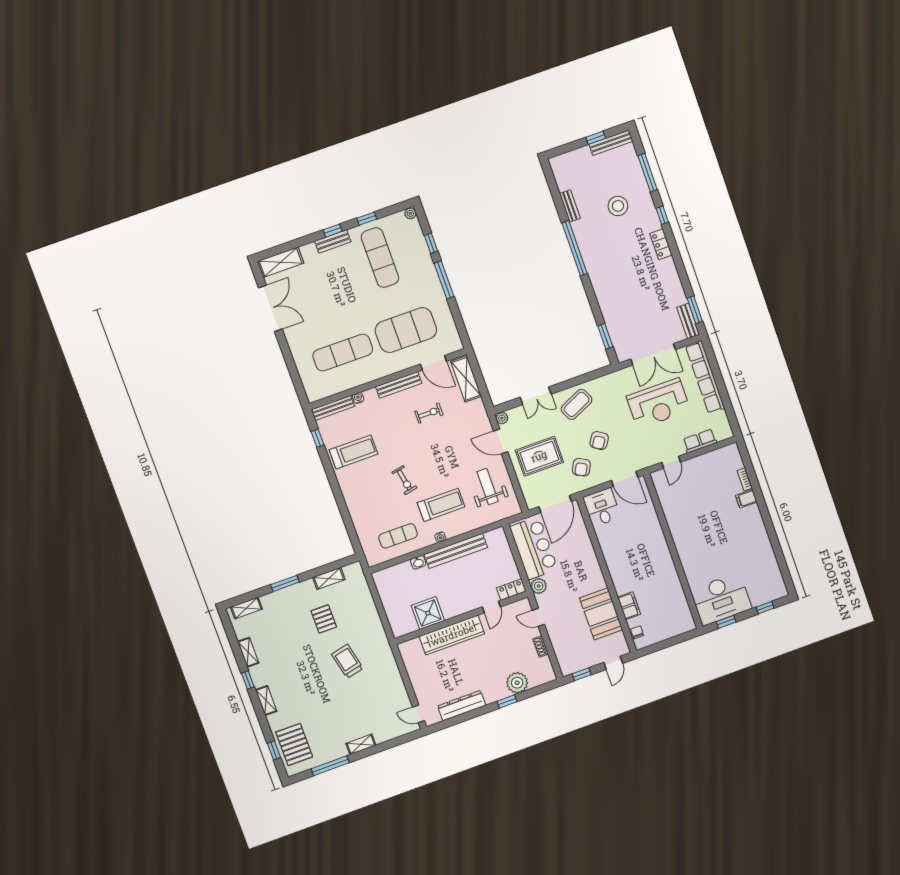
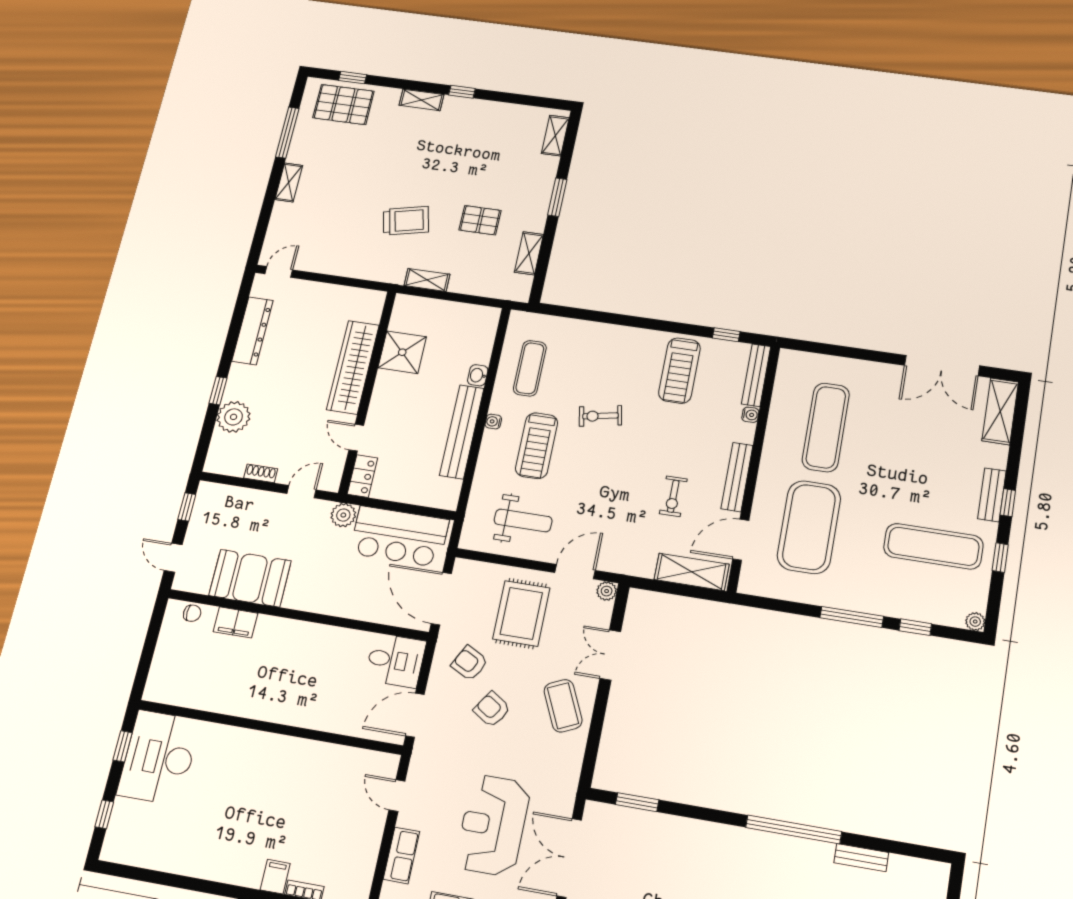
shelving: (248, 652) -> (427, 280), moved

